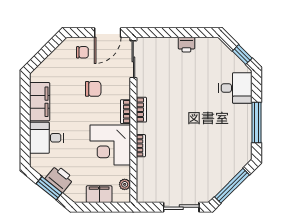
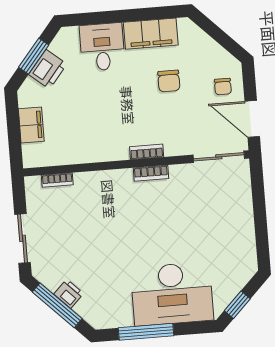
printer: (186, 45) -> (69, 294), moved, turned 135
desk: (235, 88) -> (172, 294), width x1.87, depth x1.30
chair: (93, 89) -> (169, 81), moved
corner desk: (110, 145) -> (99, 135), removed
bookcase: (141, 146) -> (57, 180), moved
plant: (125, 184) -> (47, 159), removed

